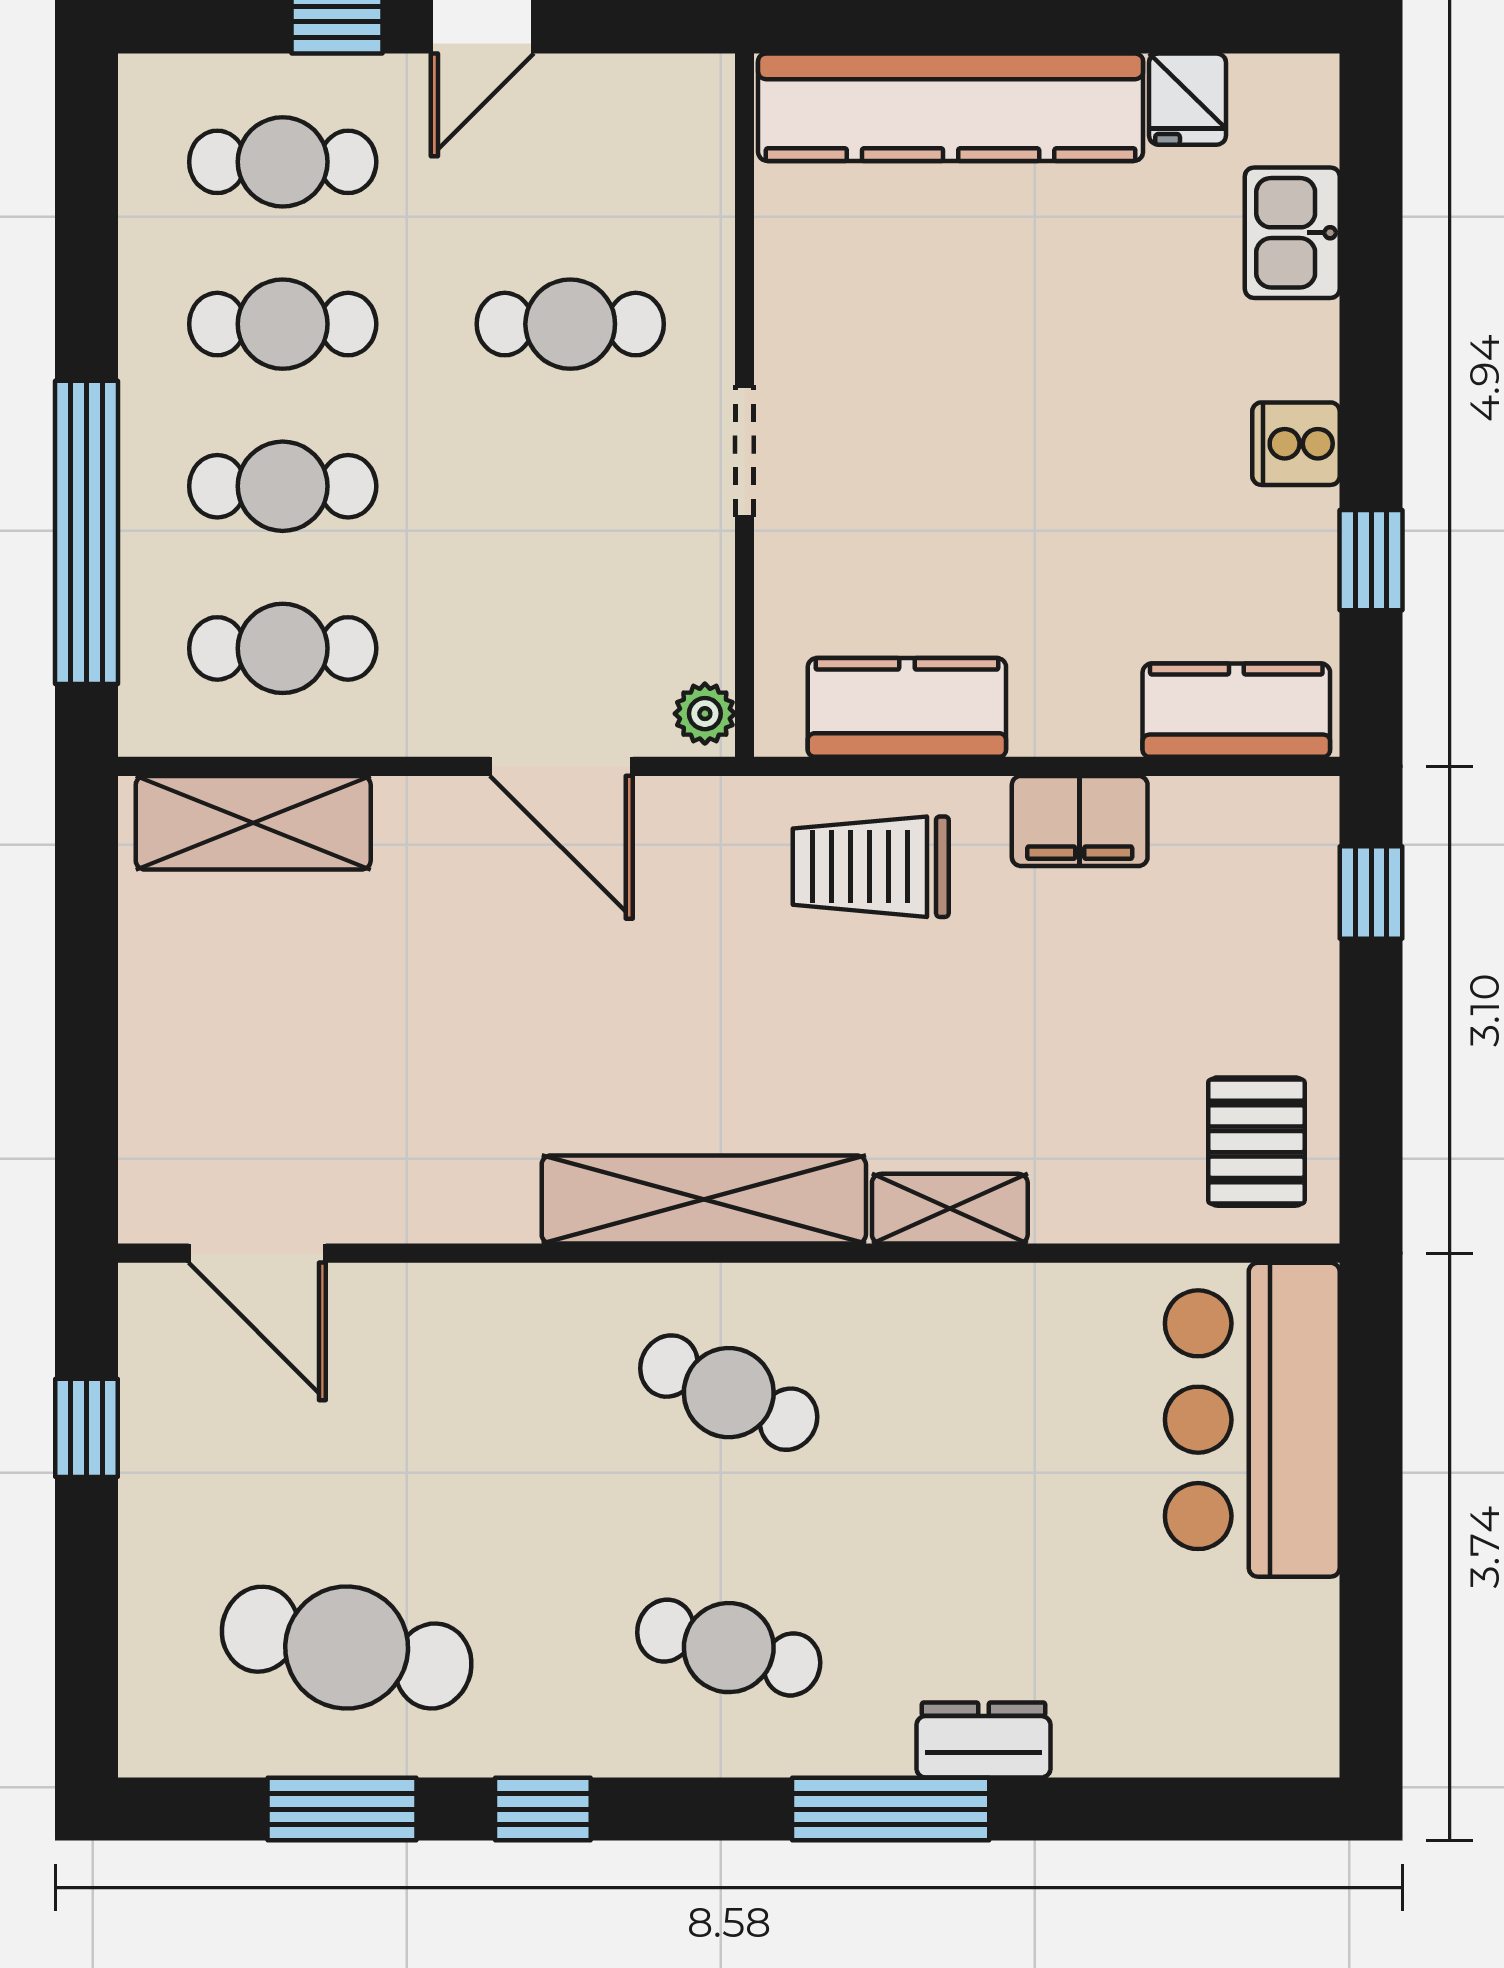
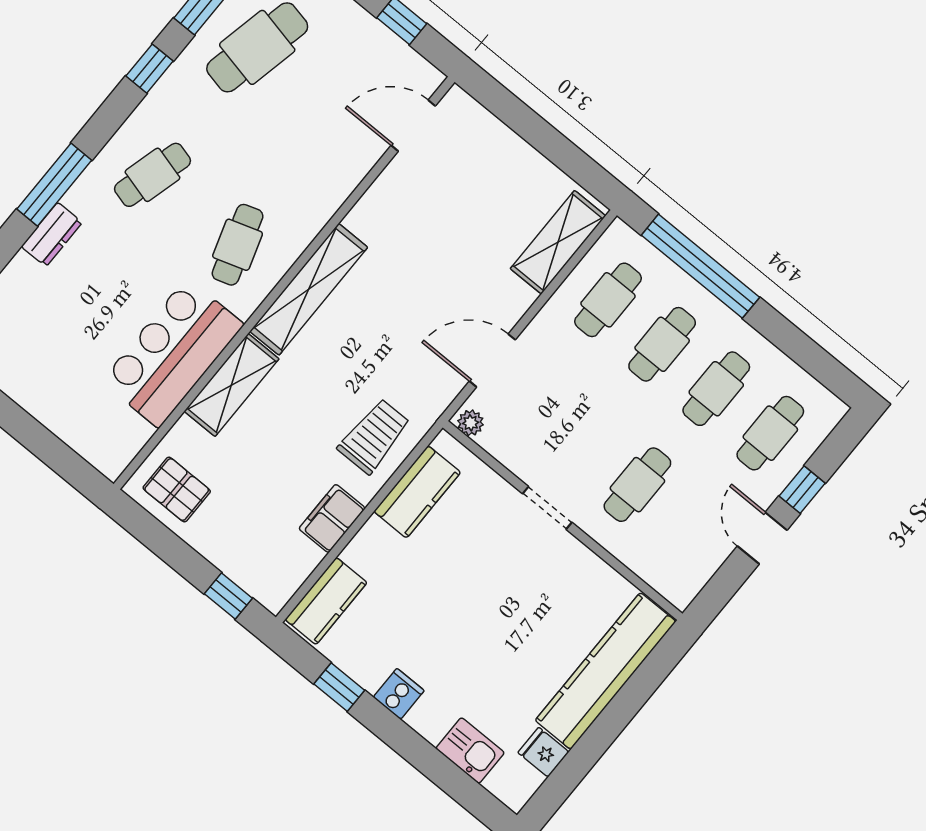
shelving: (950, 1209) -> (232, 385), width x1.50, depth x1.33
cafe table: (729, 1393) -> (238, 245), turned -42
bar counter: (1252, 1420) -> (173, 353), moved, turned -90

